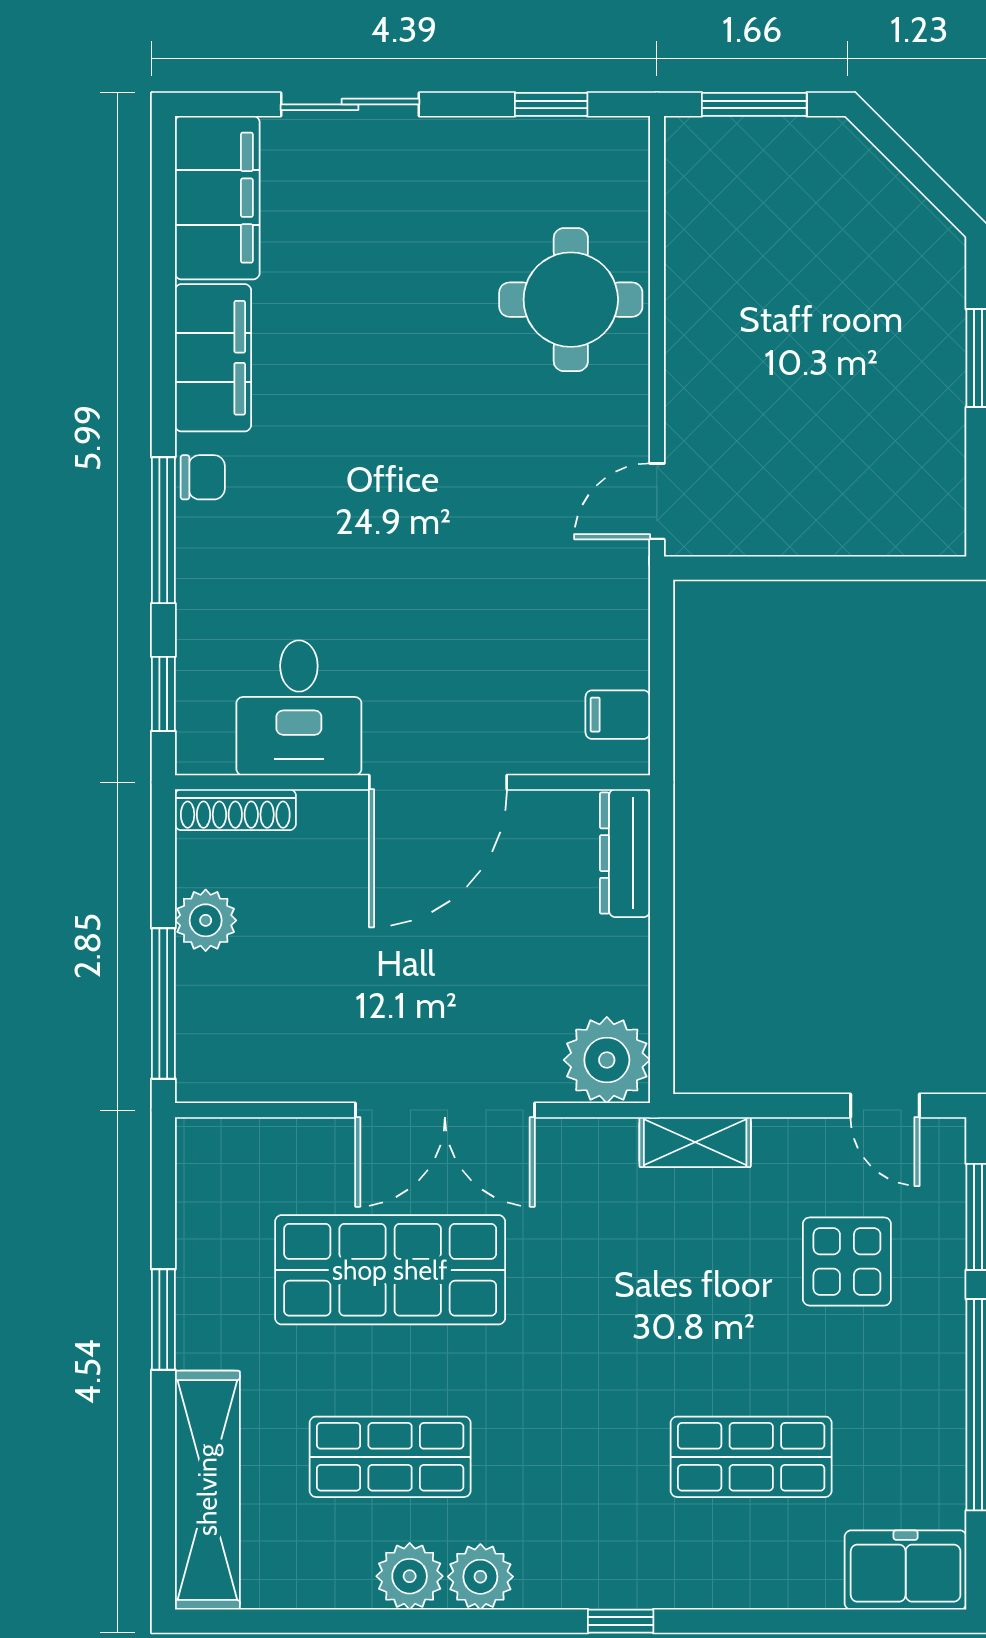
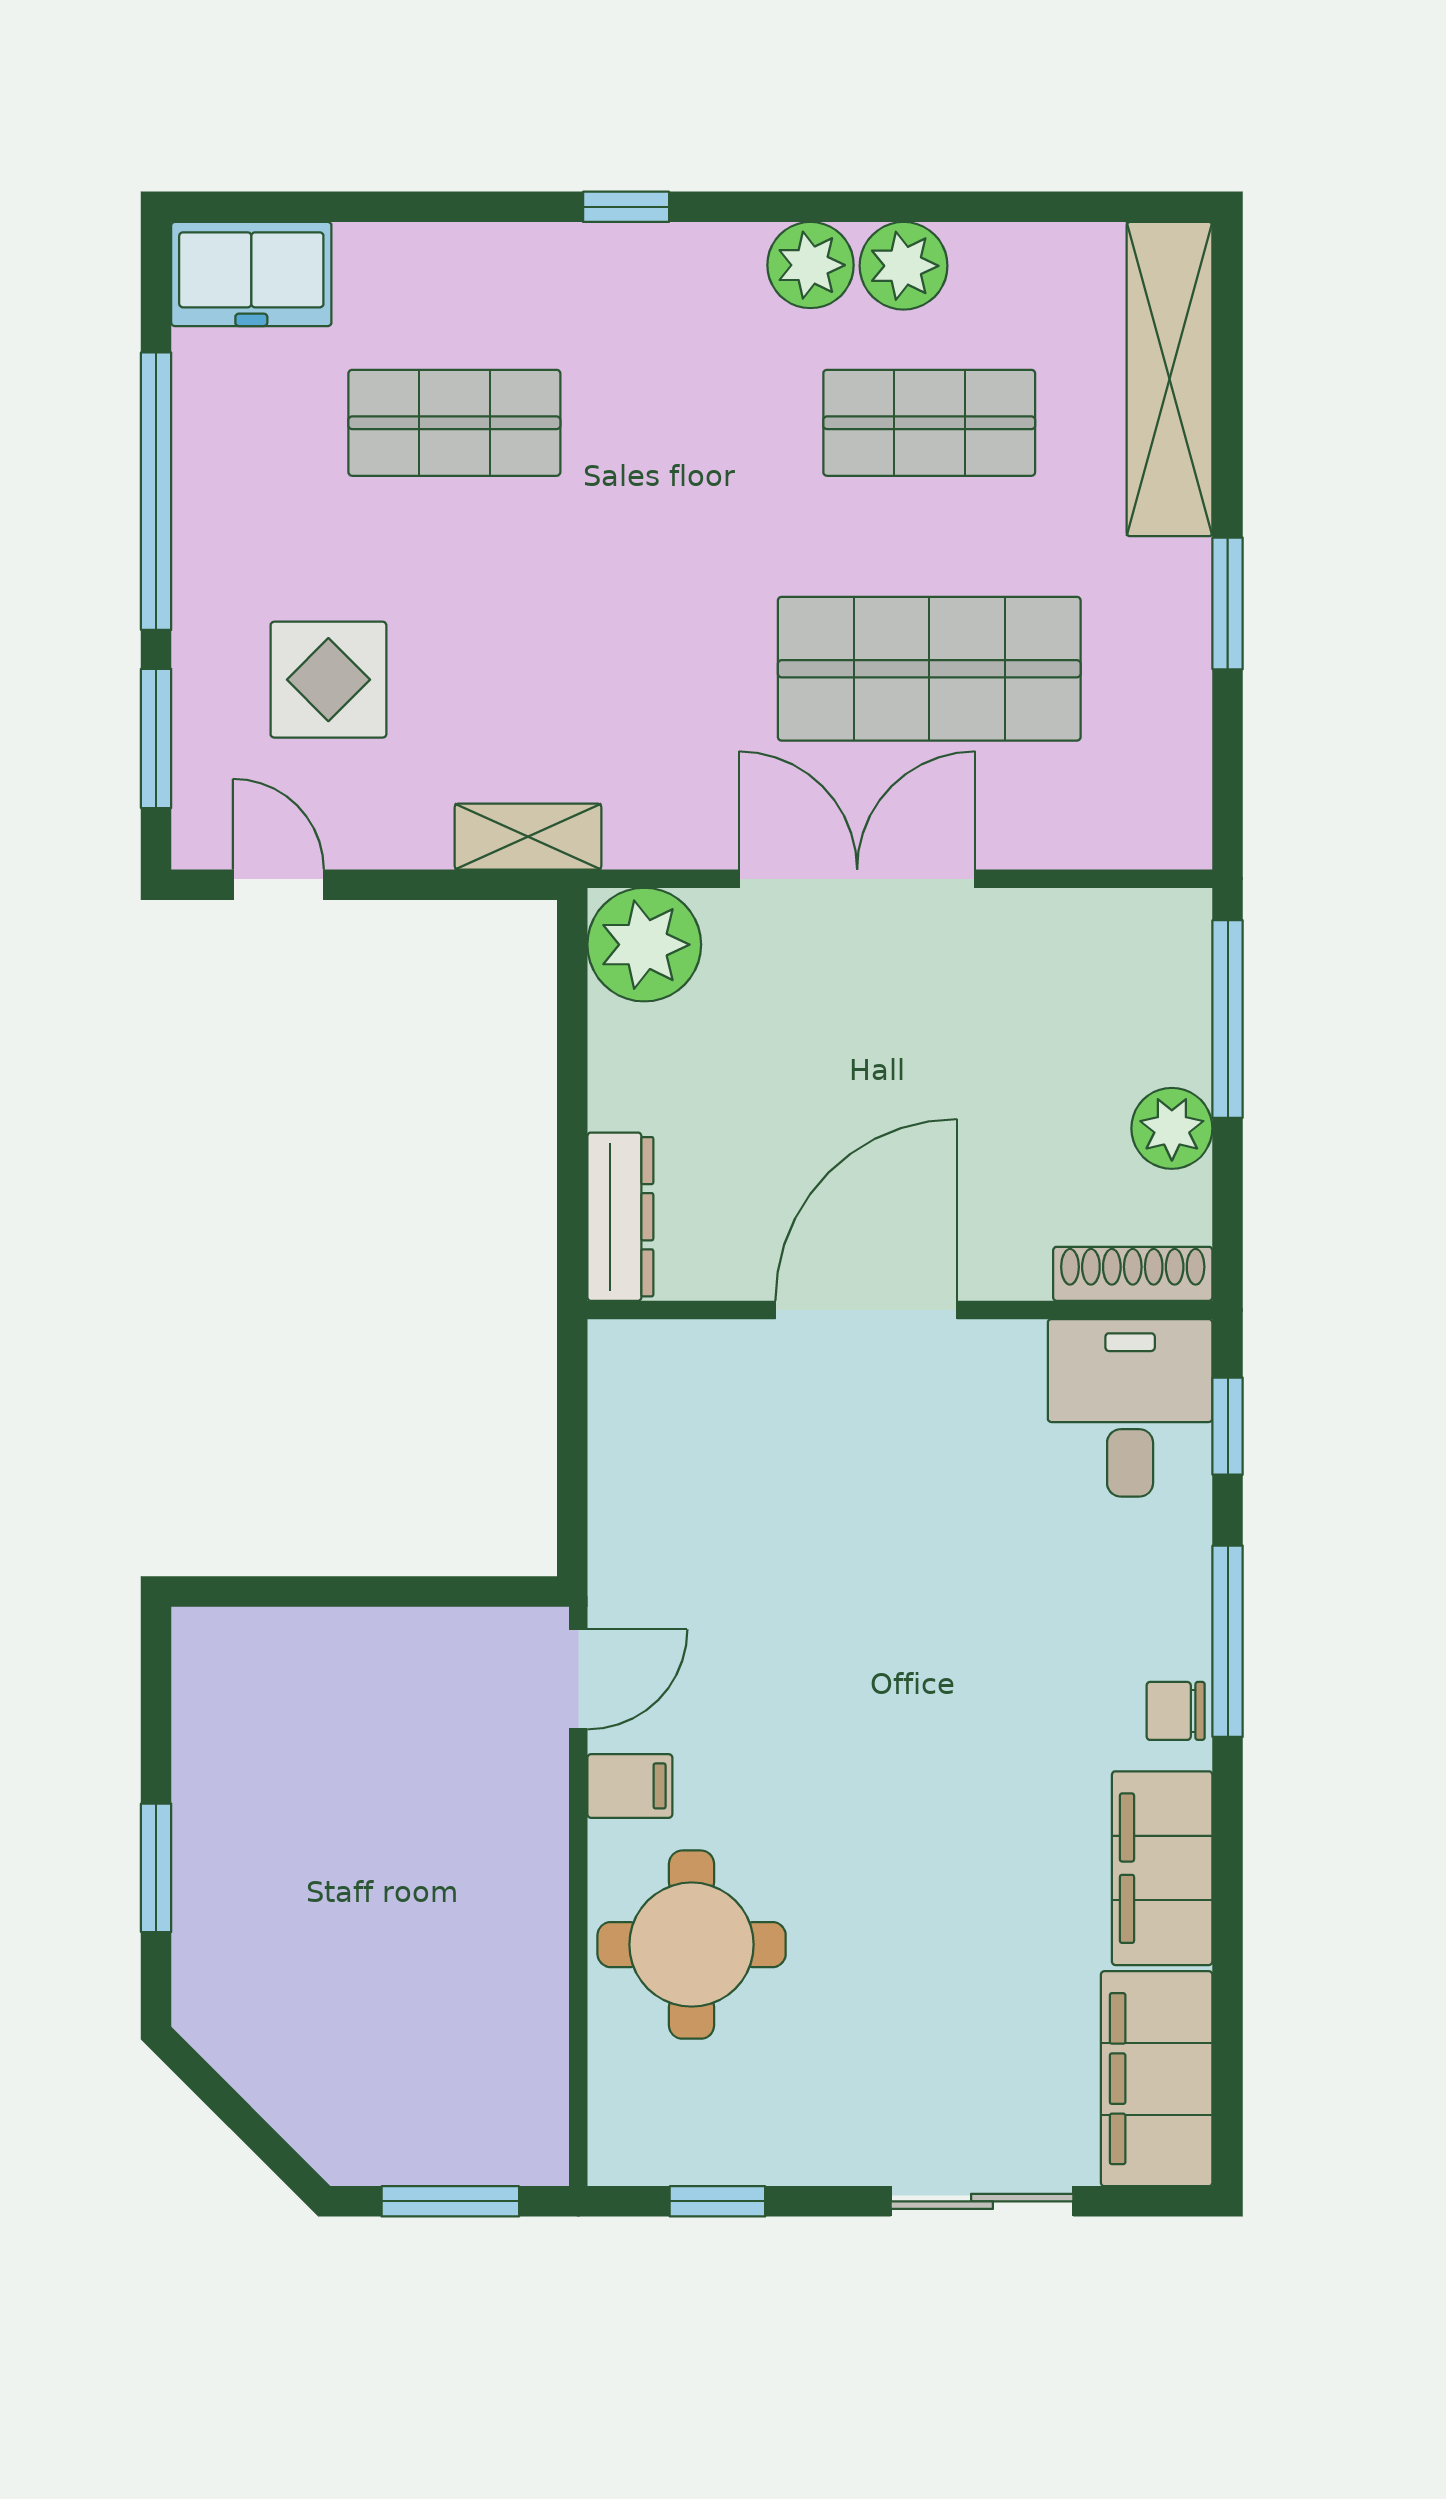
desk: (299, 708) -> (1130, 1408), moved
filing cabinet: (618, 715) -> (630, 1786), moved

